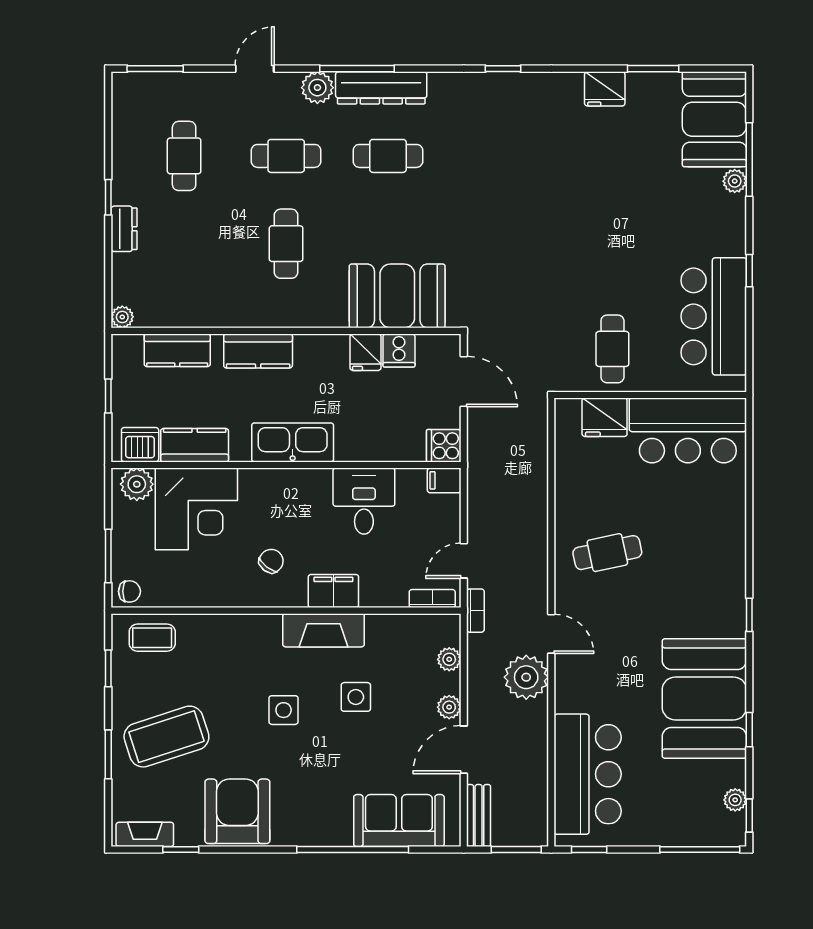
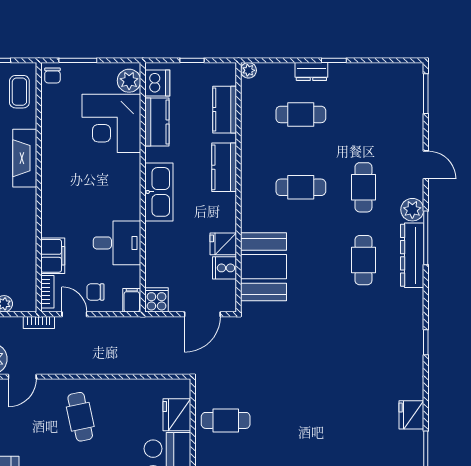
cafe table: (184, 156) -> (301, 114), moved
chair: (271, 561) -> (95, 292), moved, turned 143
filing cabinet: (333, 591) -> (53, 256), moved
fireplace: (324, 630) -> (25, 158), moved

